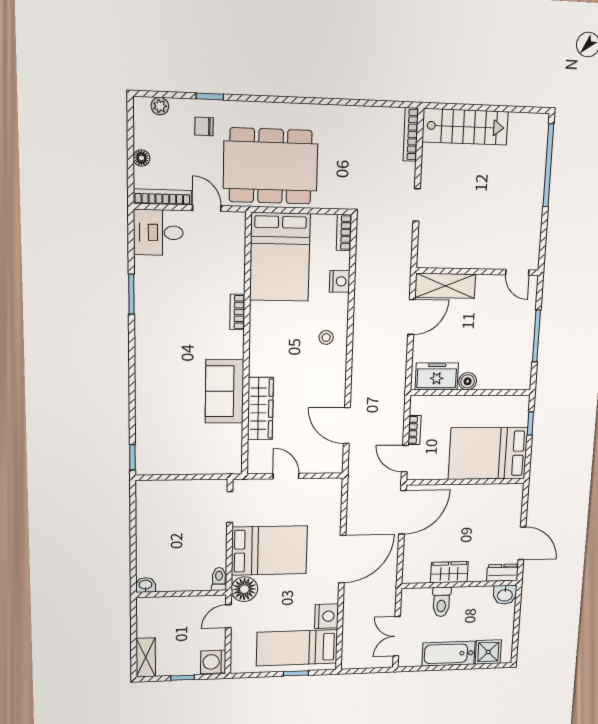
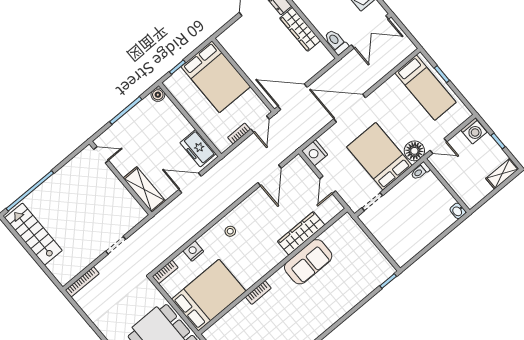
stairs: (465, 127) -> (33, 234), moved
door: (517, 272) -> (101, 155), hinge flipped
door: (411, 317) -> (190, 183), moved
boiler: (468, 381) -> (158, 95), moved
wardrobe: (449, 572) -> (300, 29), width x1.50
toilet: (441, 602) -> (336, 42), moved, turned -90
nightstand: (327, 616) -> (315, 153), moved, turned -90
double door: (397, 636) -> (370, 32), width x1.37

